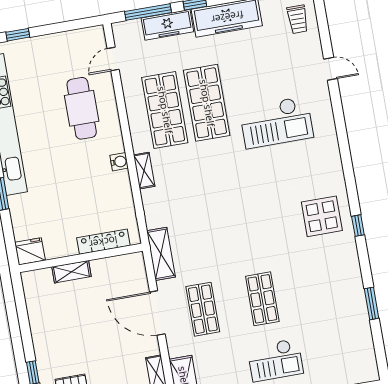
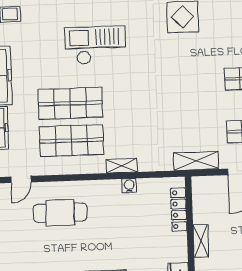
door: (113, 59) -> (21, 179), hinge flipped
checkout: (276, 122) -> (95, 45), turned -90
water cooler: (119, 162) -> (129, 186), moved

